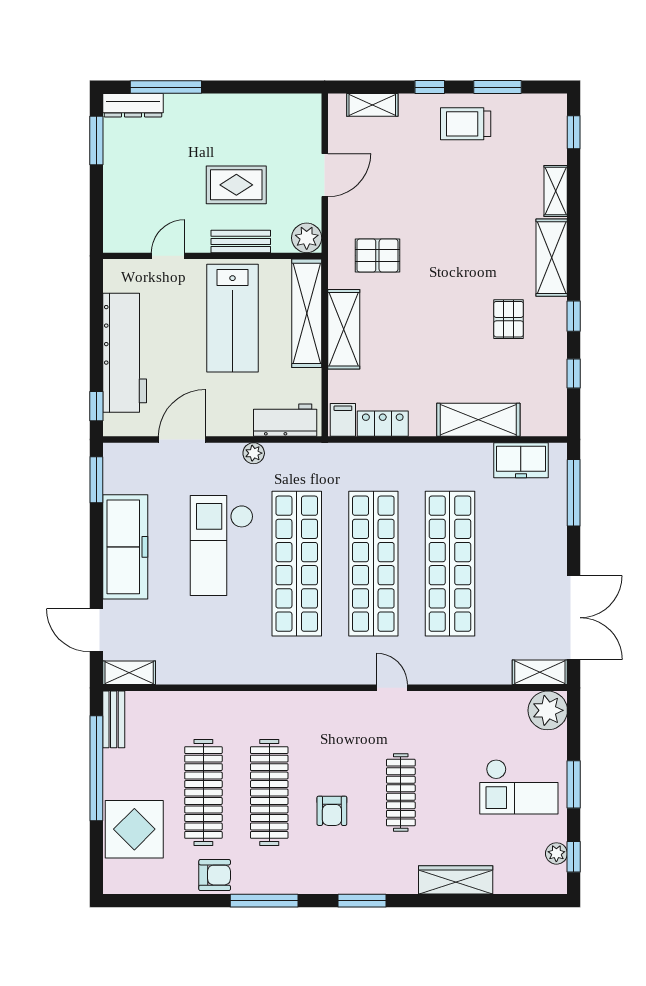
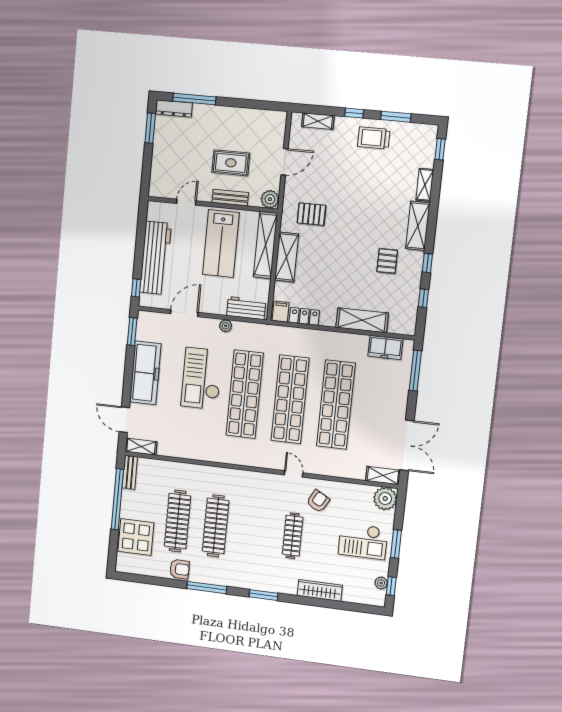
armchair: (332, 811) -> (318, 501), moved, turned -151

